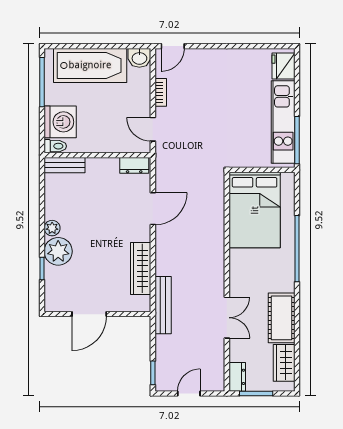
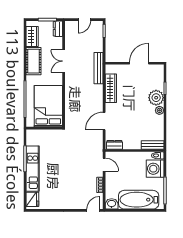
wall: (262, 170) -> (44, 128), moved
bed: (255, 210) -> (48, 106), moved

